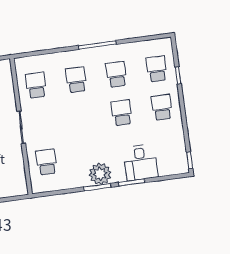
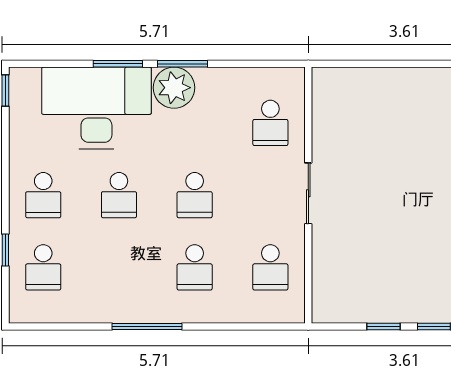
school desk: (116, 74) -> (195, 195), moved
desk: (141, 162) -> (96, 108), width x1.87, depth x1.30

